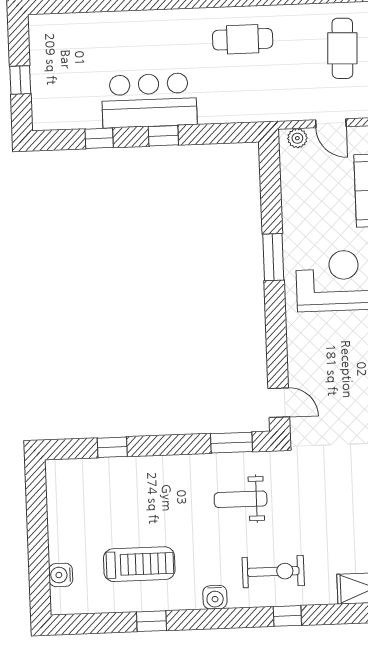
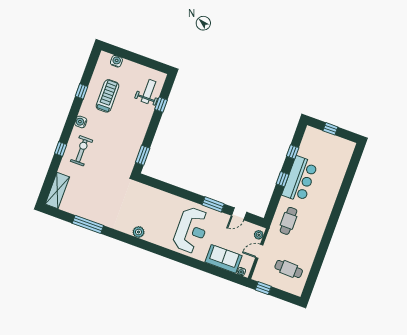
cafe table: (243, 39) -> (289, 221), moved
door: (279, 403) -> (239, 214), moved
weight bench: (241, 499) -> (149, 92), moved
treadmill: (139, 564) -> (108, 96), turned 180
exercise bike: (273, 572) -> (82, 151), turned 180

